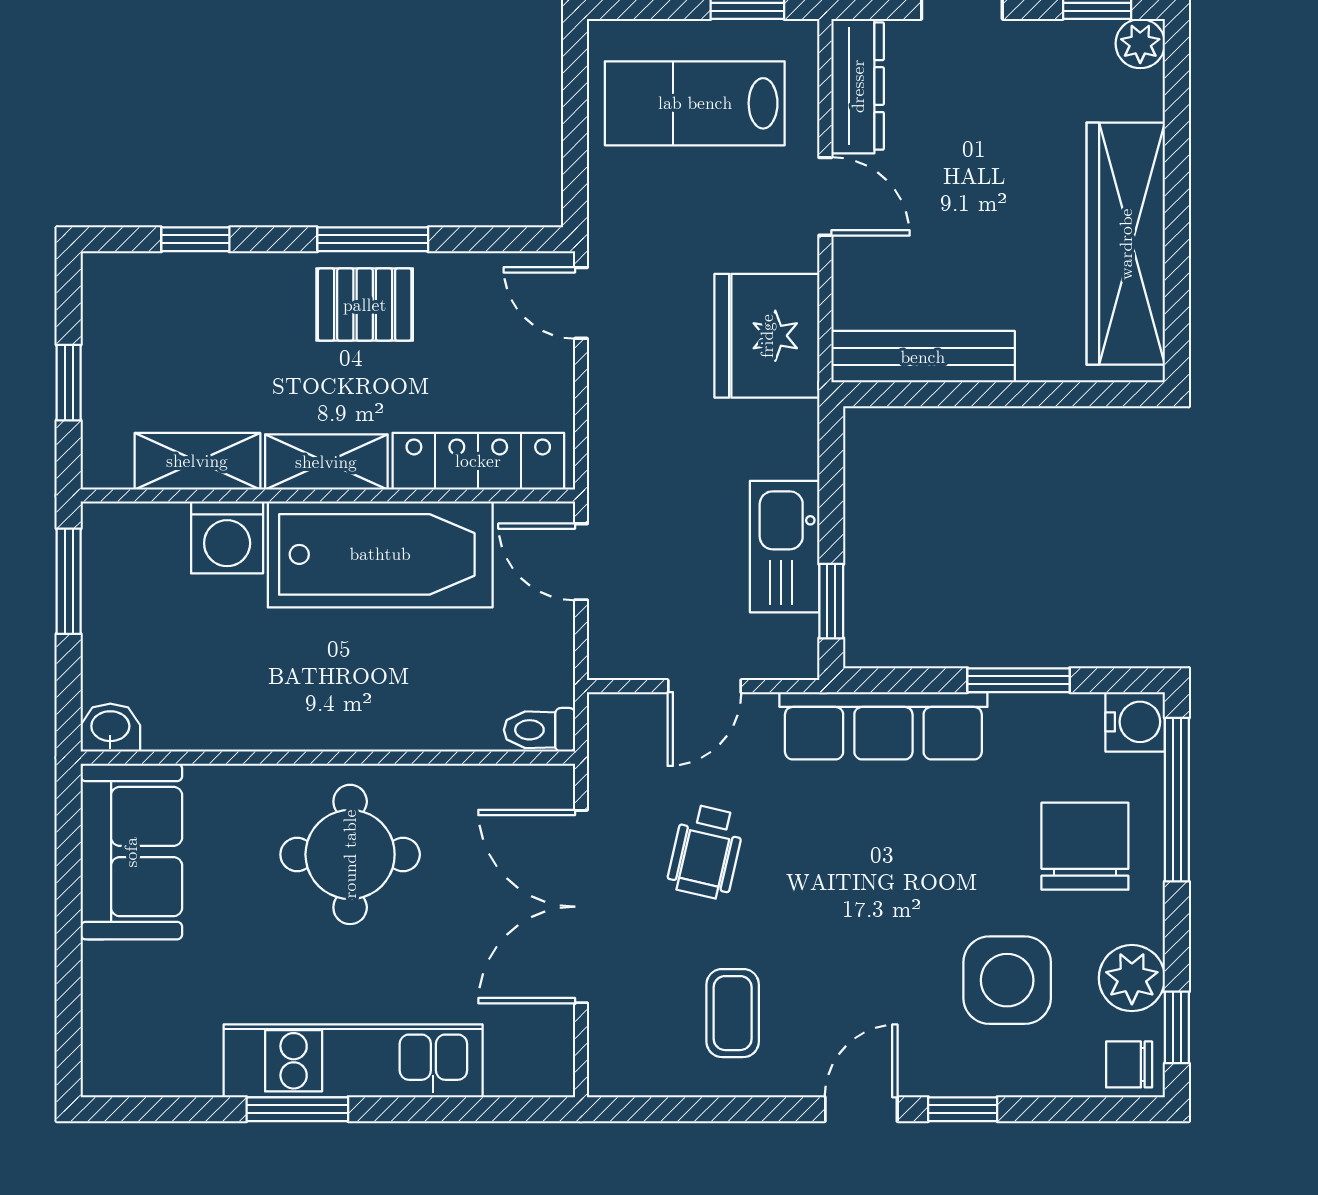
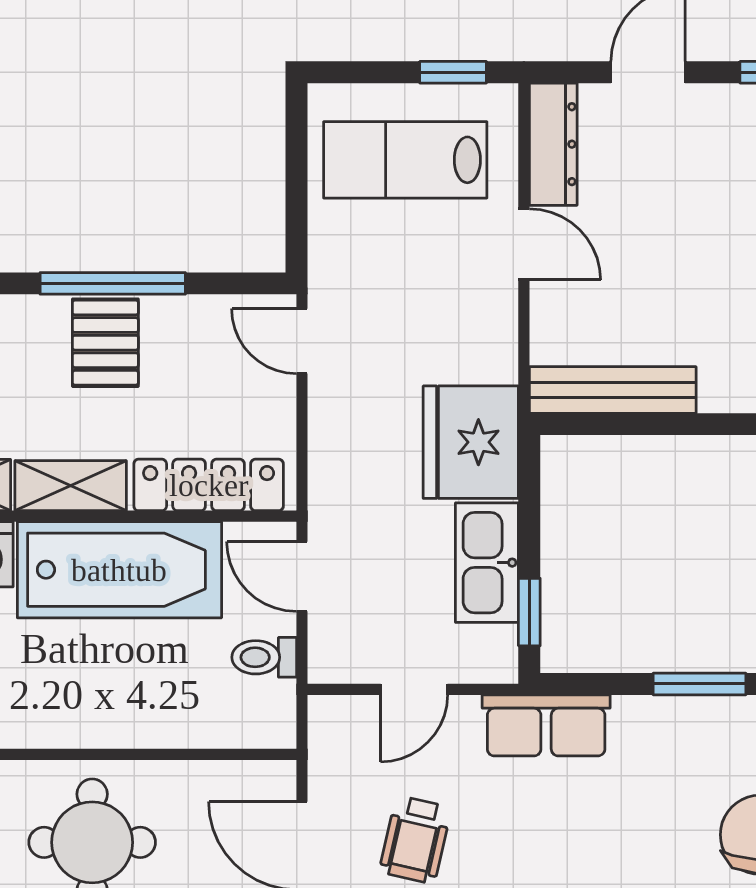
window: (373, 239) -> (113, 283), width x1.44
pallet: (365, 305) -> (105, 343), turned 90
fridge: (767, 336) -> (471, 442), moved
row of seats: (883, 726) -> (546, 725), width x0.68
toilet: (539, 730) -> (264, 657), moved

